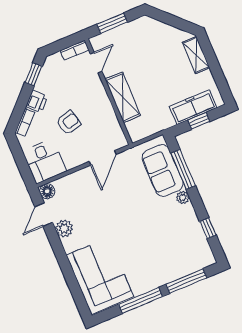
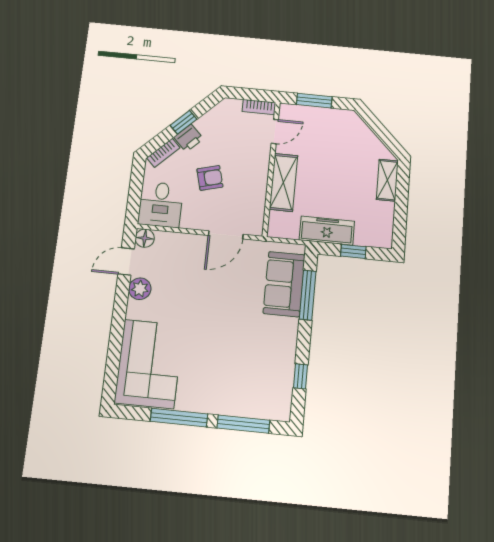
window: (33, 74) -> (183, 122), moved
freezer: (193, 107) -> (327, 231), moved
plant: (183, 198) -> (290, 326), removed

